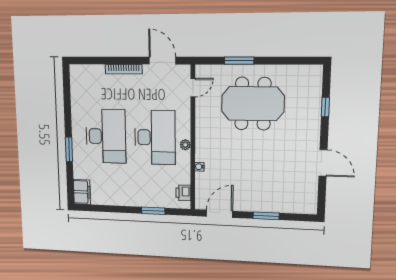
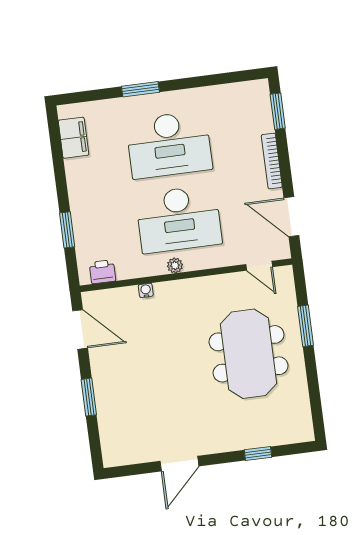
window: (91, 61) -> (278, 111), added
door: (162, 61) -> (291, 217), swing flipped
filing cabinet: (82, 192) -> (73, 138), moved, turned -90

